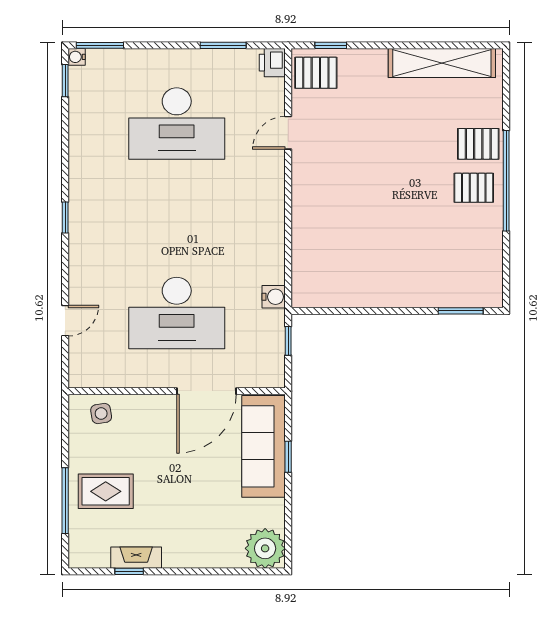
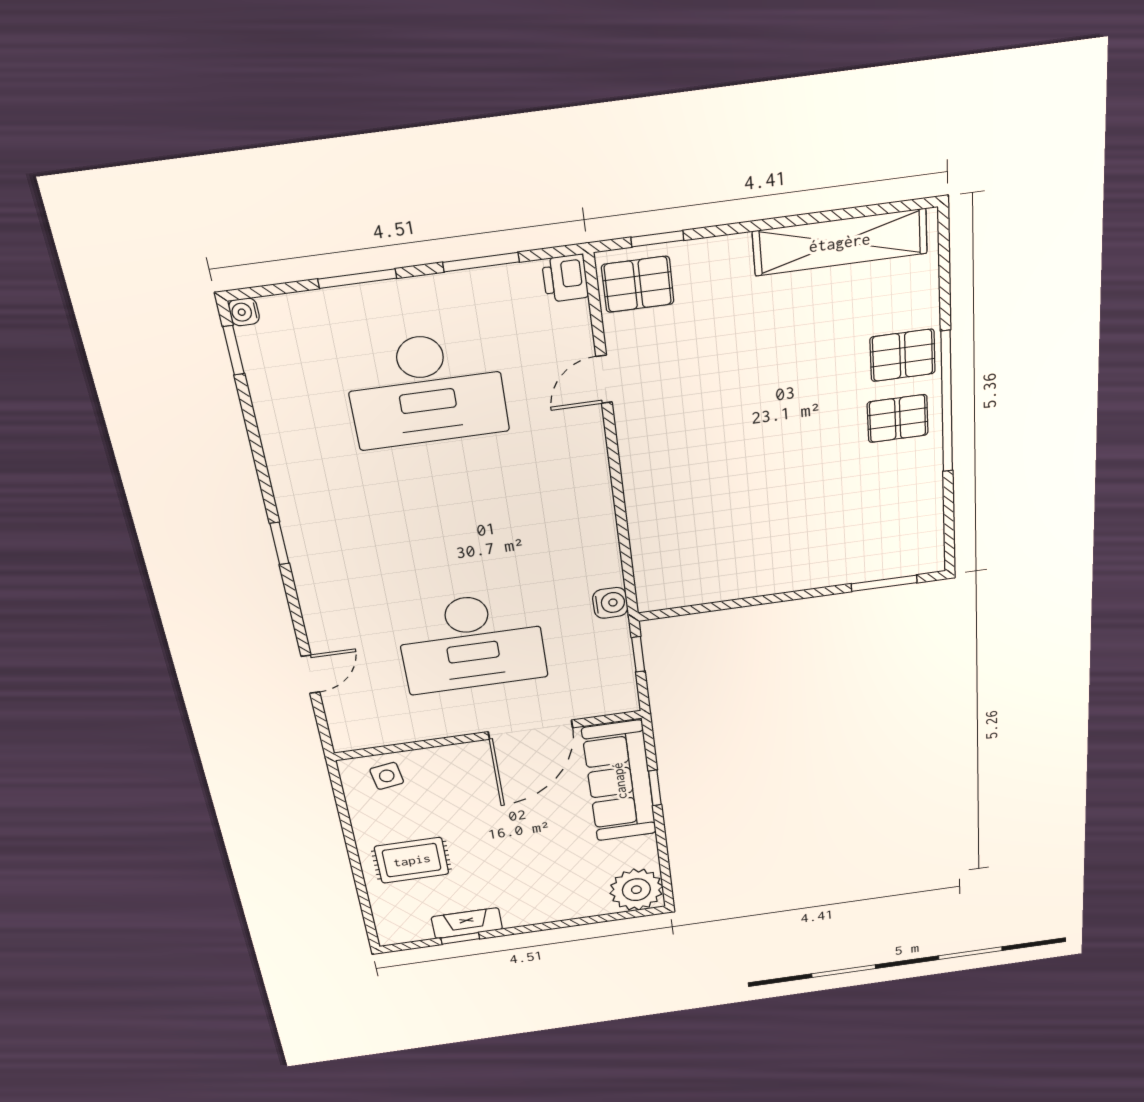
window: (100, 45) -> (357, 279), moved
window: (65, 501) -> (359, 878), removed

